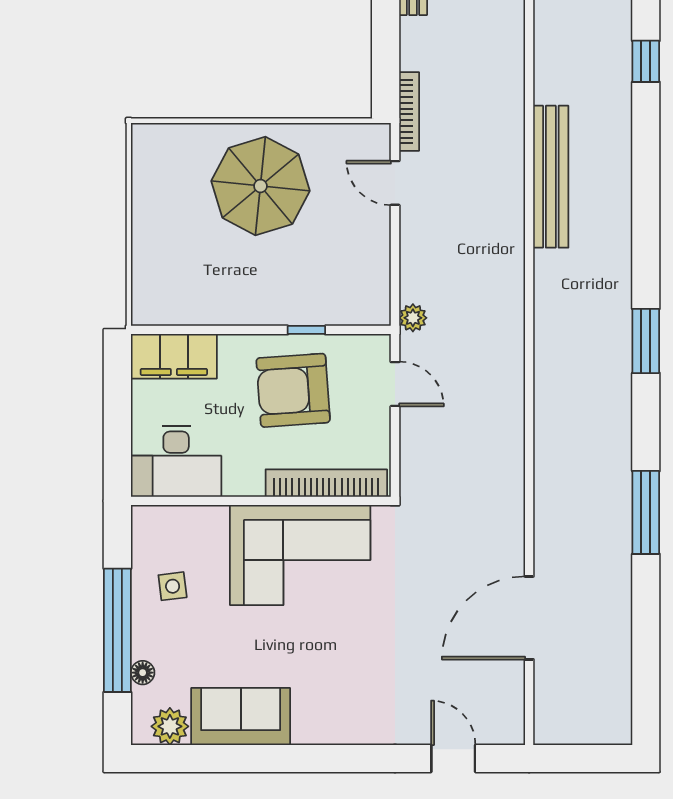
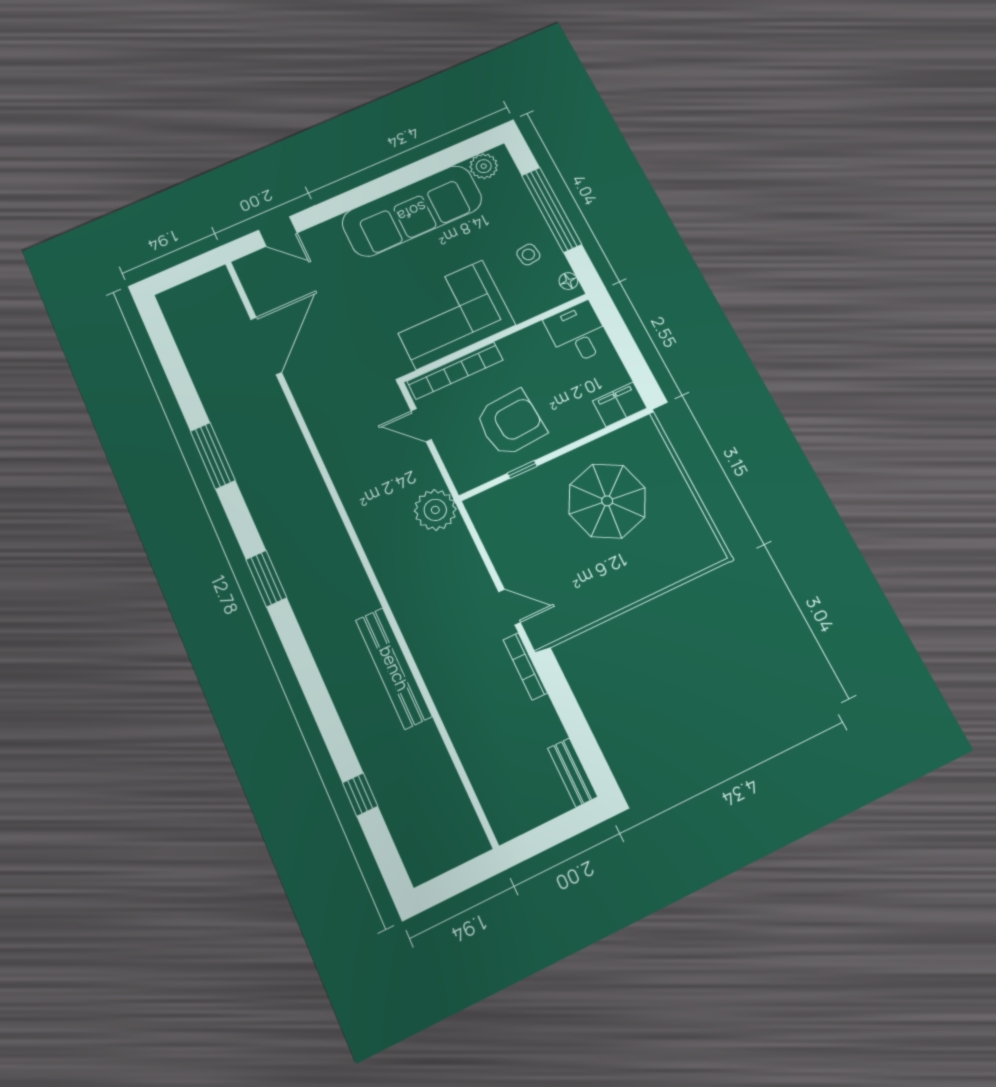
parasol: (260, 186) -> (607, 501), moved
plant: (413, 318) -> (435, 510), width x1.87, depth x1.87
filing cabinet: (174, 356) -> (620, 404), width x0.67, depth x0.86
door: (395, 384) -> (421, 425), moved
desk: (176, 461) -> (578, 333), width x0.73
floor lamp: (143, 673) -> (568, 281), moved
sofa: (241, 716) -> (412, 211), width x1.85, depth x1.27

